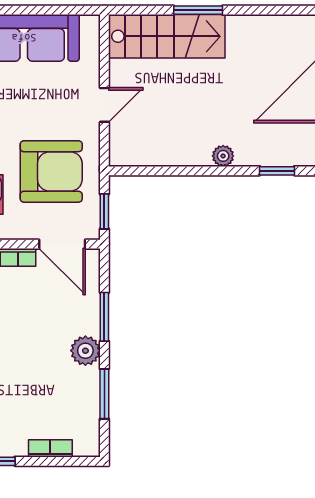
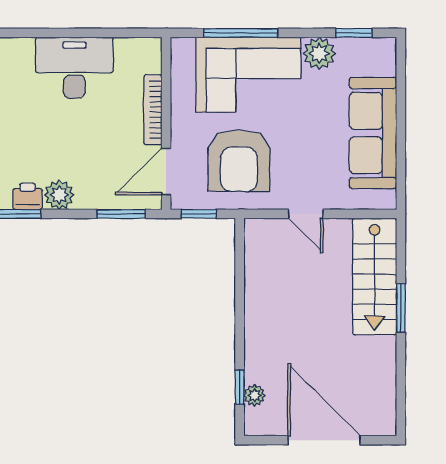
plant: (223, 156) -> (255, 395), moved
window: (104, 317) -> (121, 214), moved
printer: (87, 382) -> (28, 196), added

